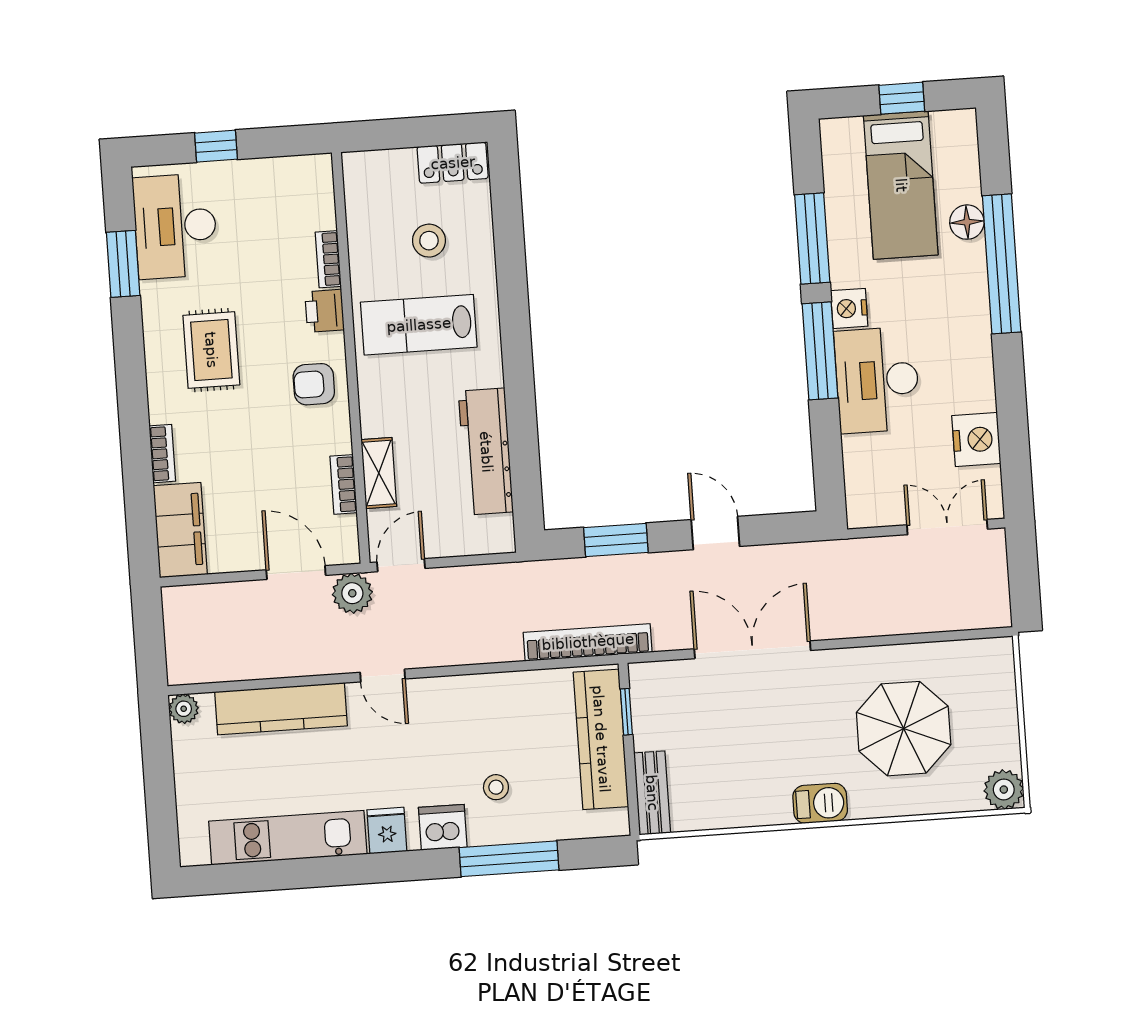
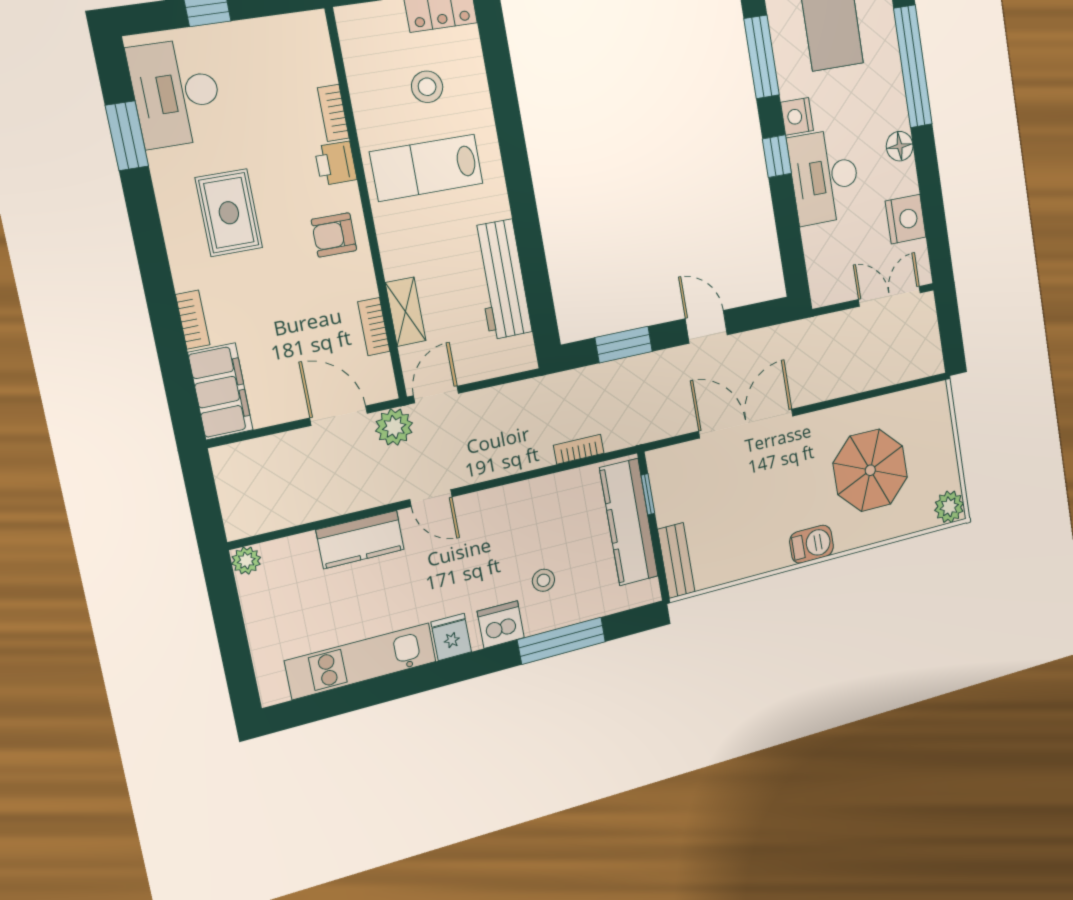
floor lamp: (967, 222) -> (900, 146), moved
window: (820, 351) -> (777, 156), width x0.46
bookcase: (588, 642) -> (579, 449), width x0.43, depth x0.76
kitchen counter: (281, 709) -> (360, 540), width x0.67

